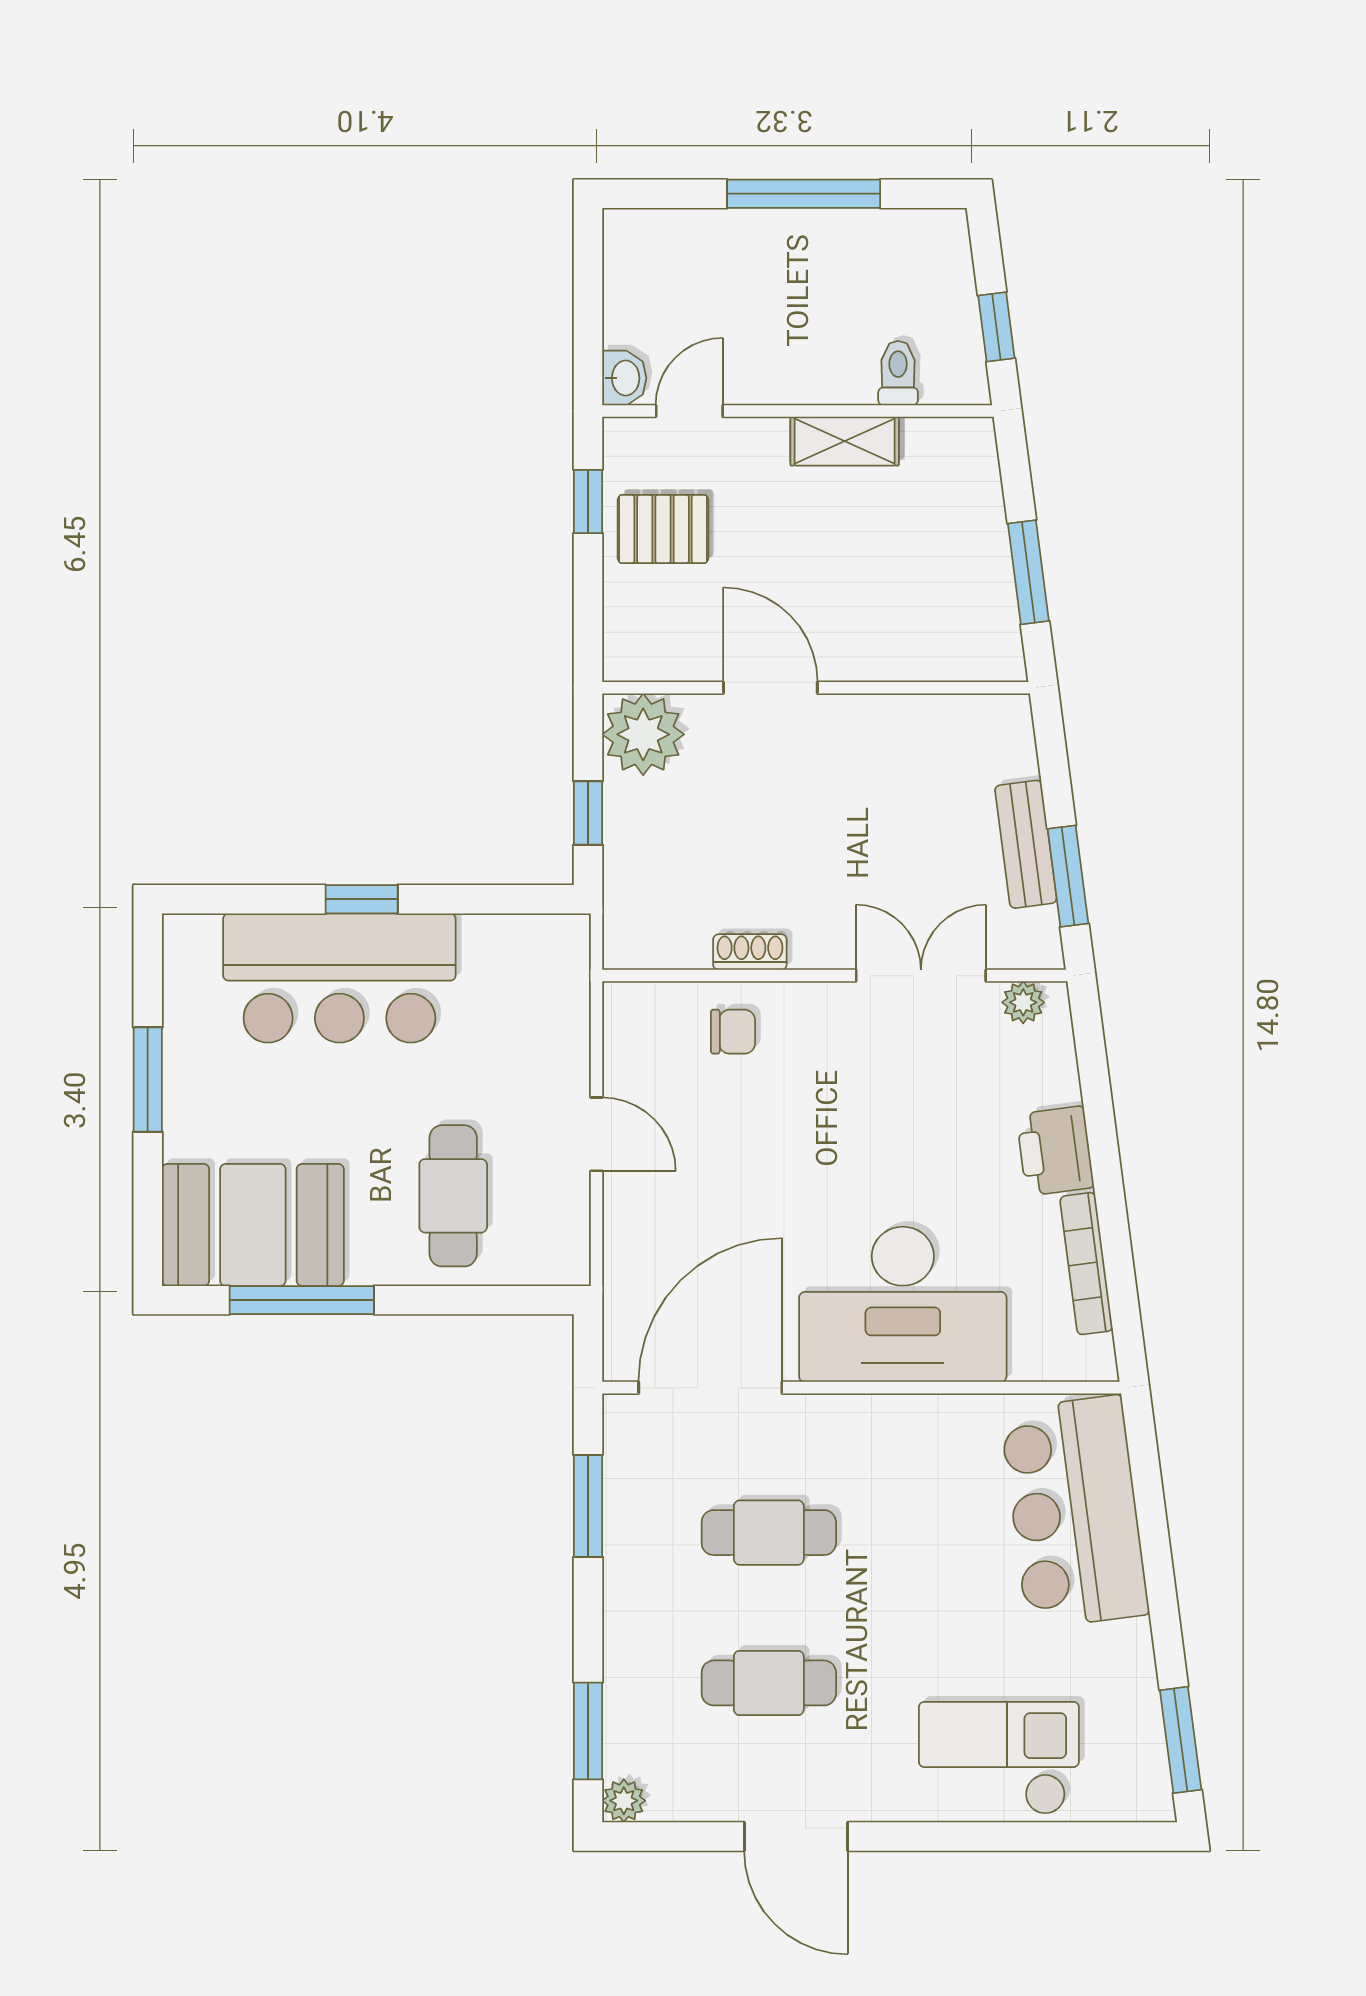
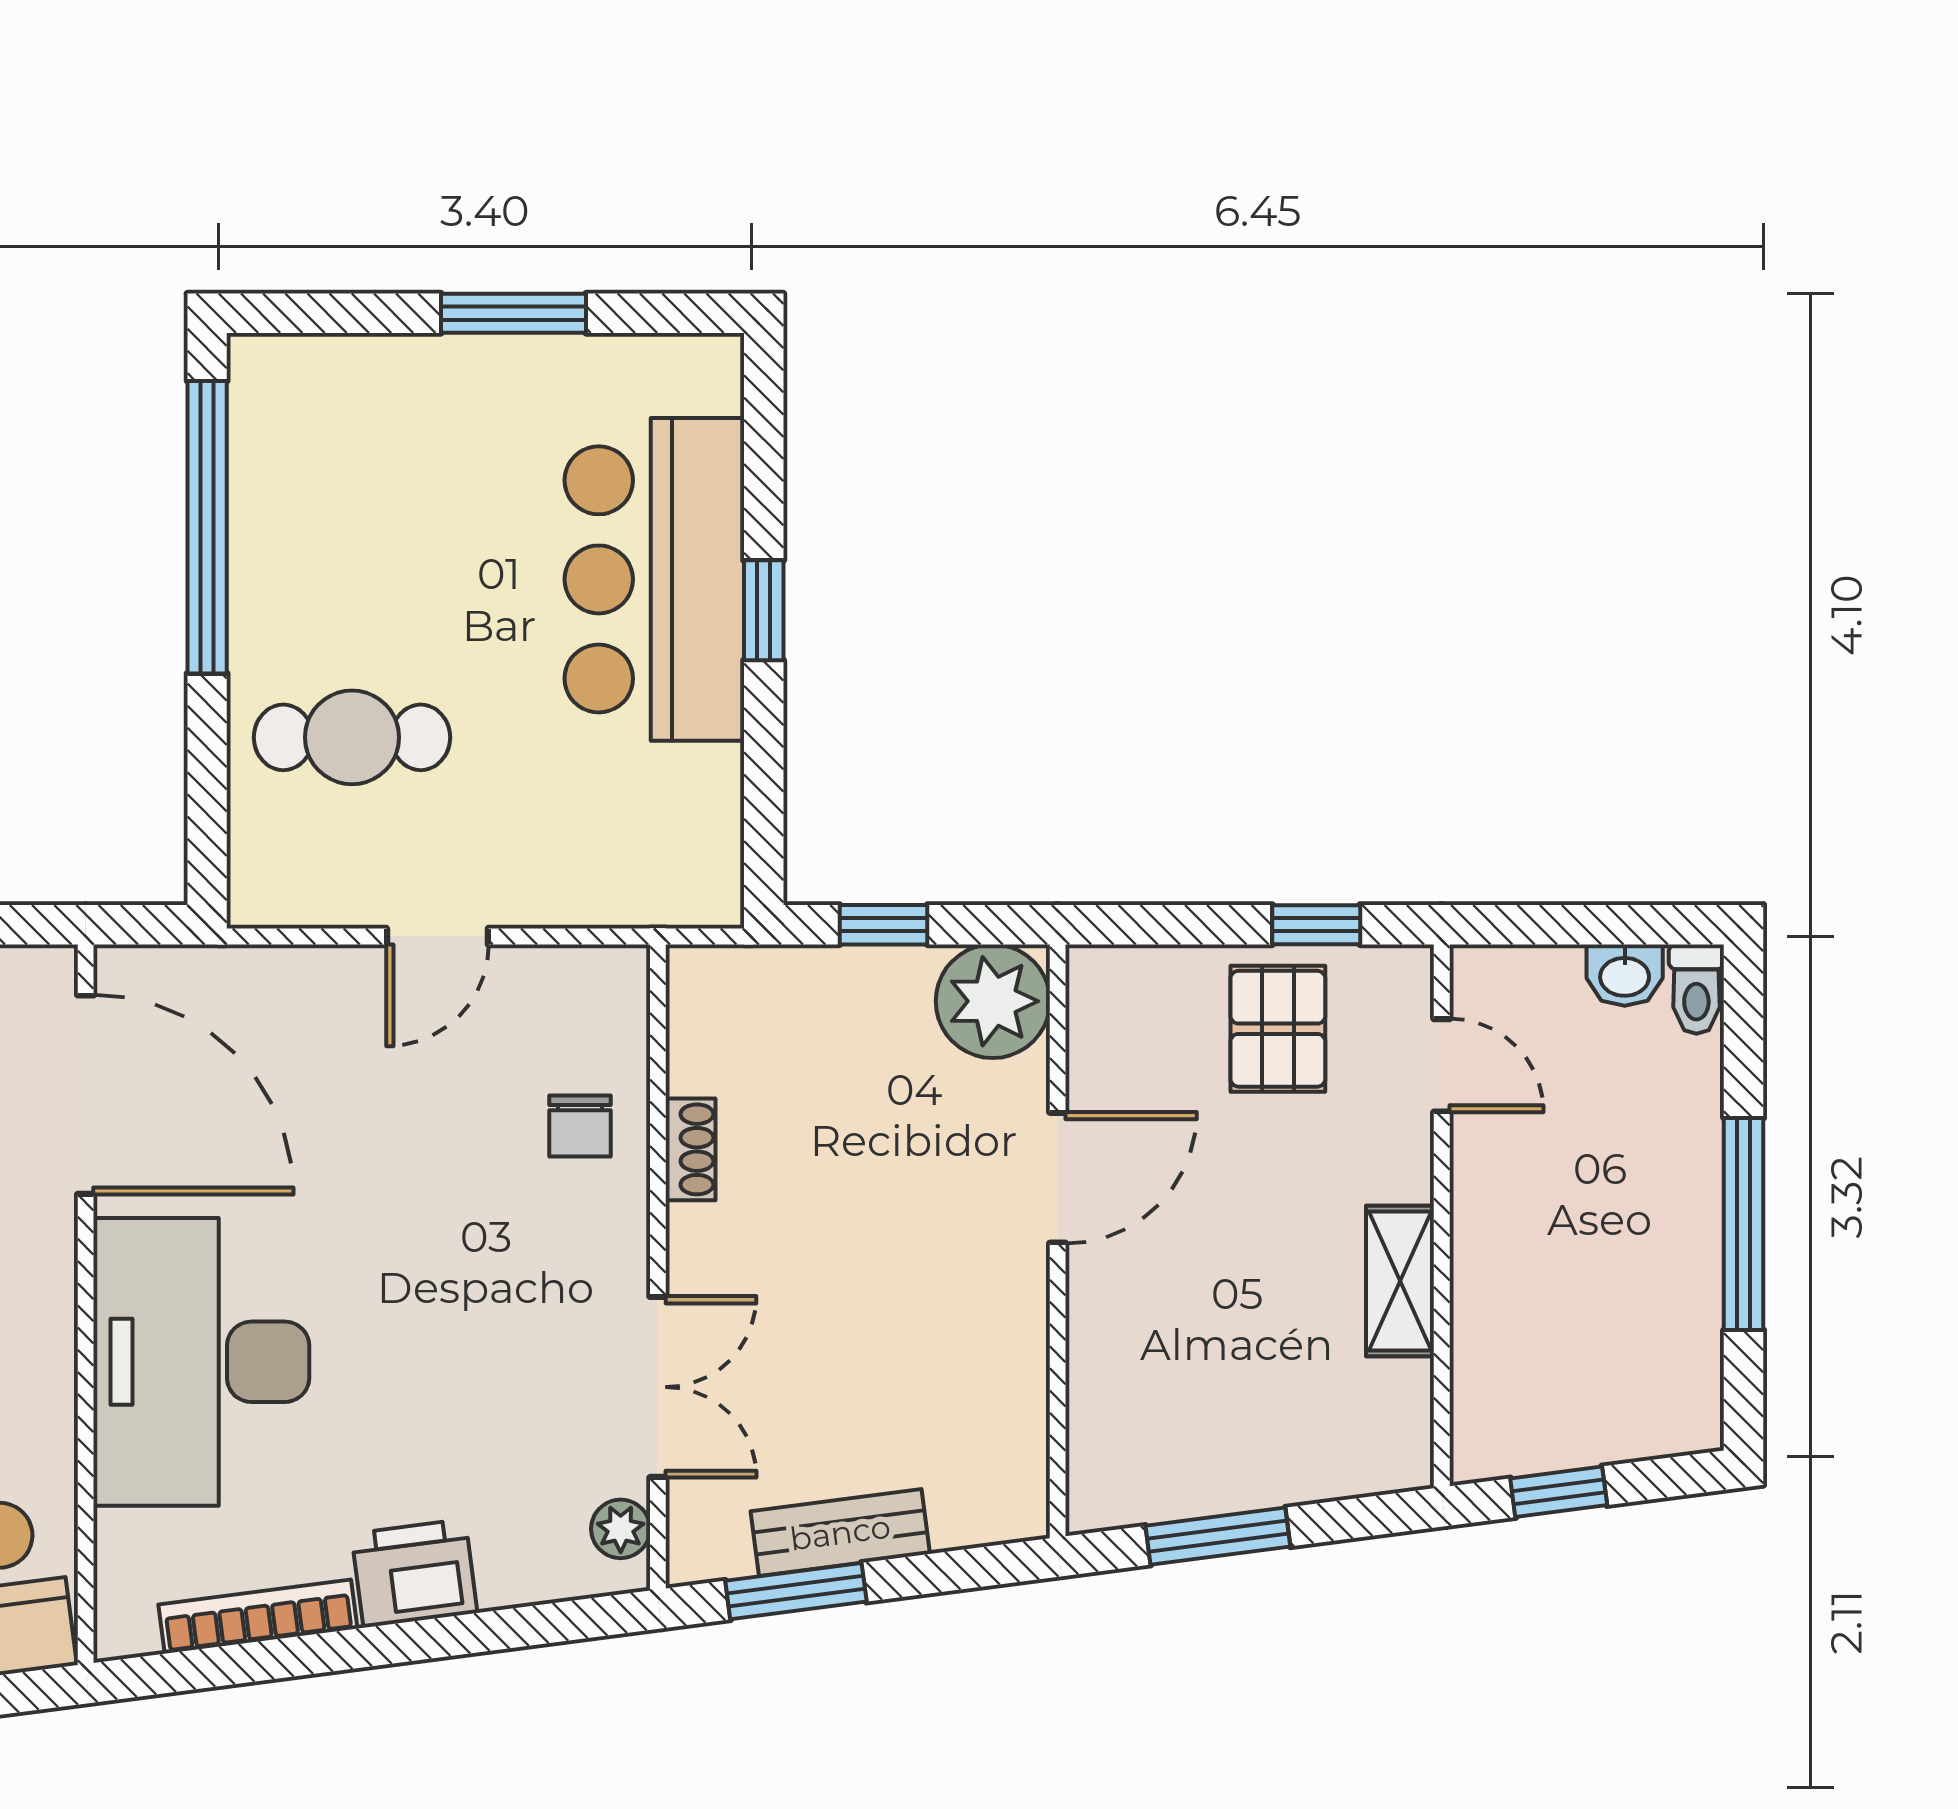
toilet: (898, 373) -> (1696, 989), moved, turned 90
washbasin: (624, 378) -> (1625, 975), moved
booth: (253, 1225) -> (311, 459), removed
window: (302, 1300) -> (207, 527), width x1.46

